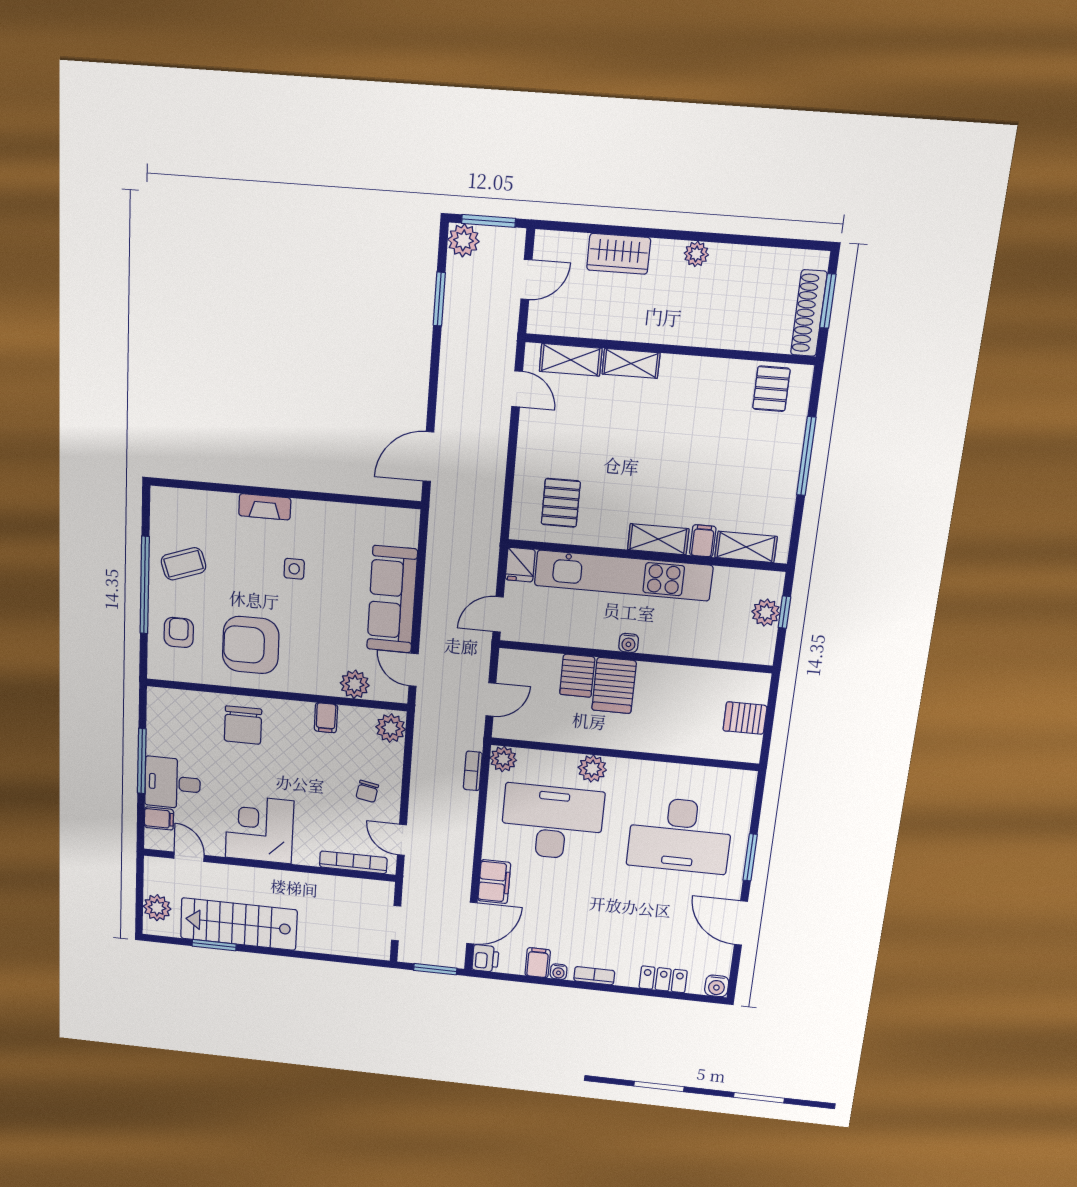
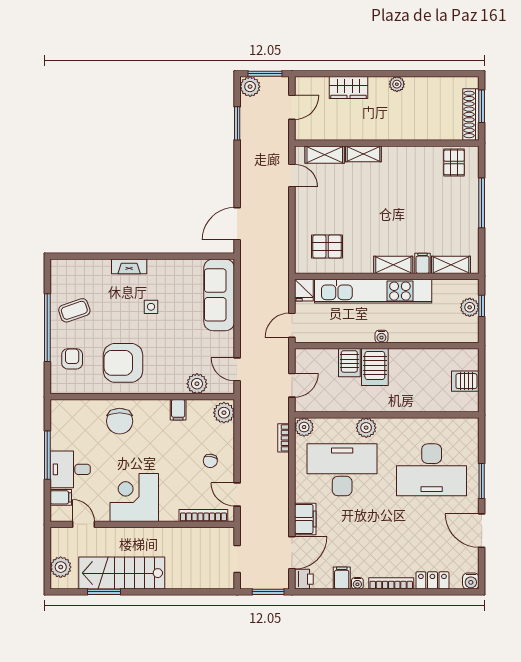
pallet: (561, 503) -> (327, 247), turned 90
sofa: (392, 599) -> (219, 295), moved
bookcase: (594, 976) -> (391, 583), width x1.56

